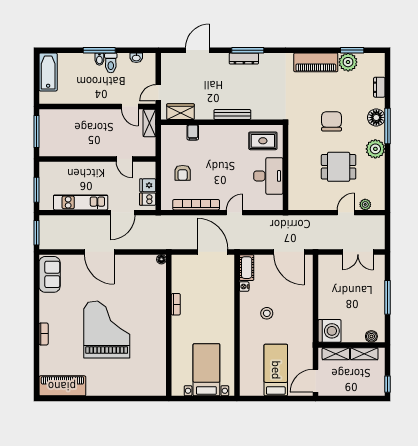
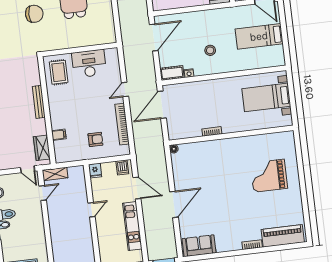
chair: (332, 121) -> (34, 14), turned 180
door: (124, 159) -> (92, 210), moved
fridge: (148, 185) -> (95, 171), moved
door: (235, 213) -> (125, 89), hinge flipped
grand piano: (107, 329) -> (269, 176), moved, width x0.73, depth x0.68
piano: (62, 386) -> (283, 236), moved, turned 90

